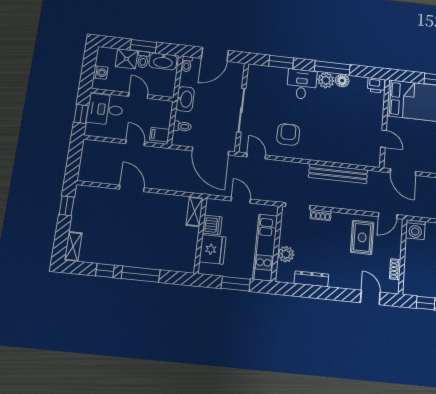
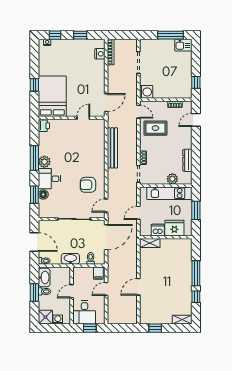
shower: (126, 59) -> (45, 317), moved
floor lamp: (342, 81) -> (43, 194), moved

